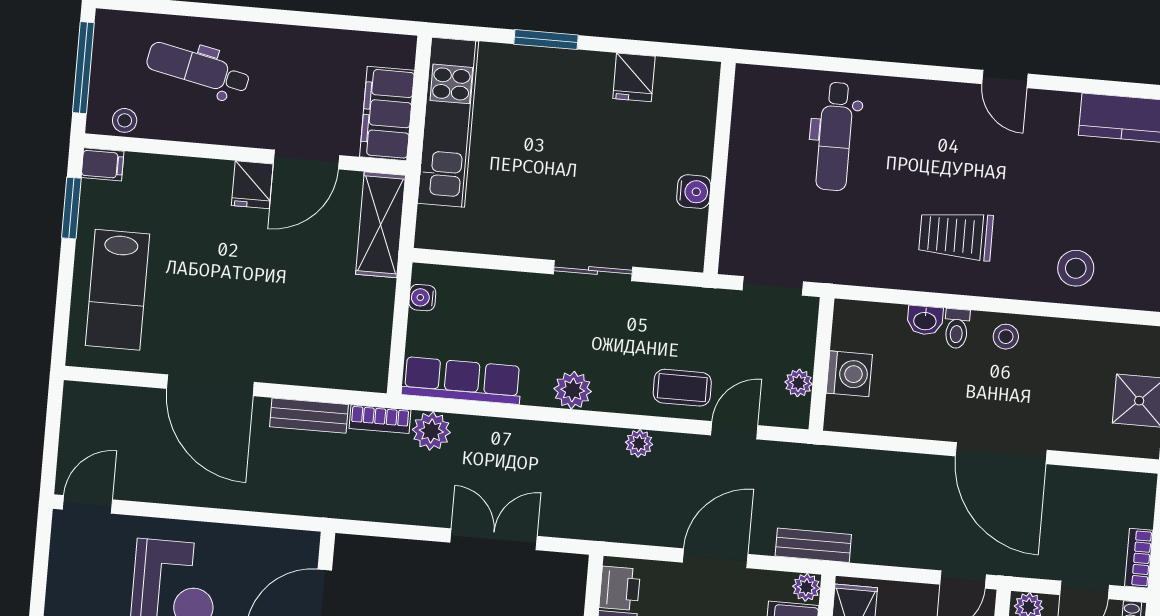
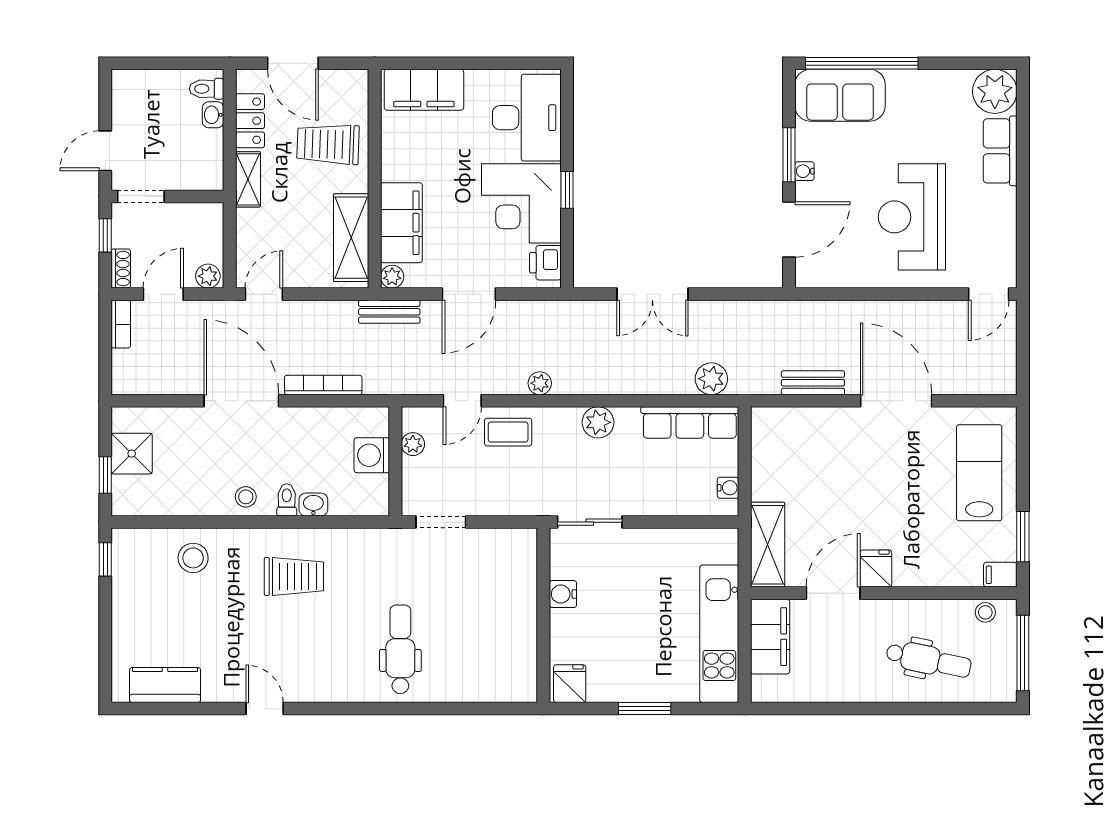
wall: (719, 168) -> (543, 615), moved
water cooler: (694, 192) -> (563, 594), moved
bookcase: (380, 419) -> (323, 385), moved, width x1.56

